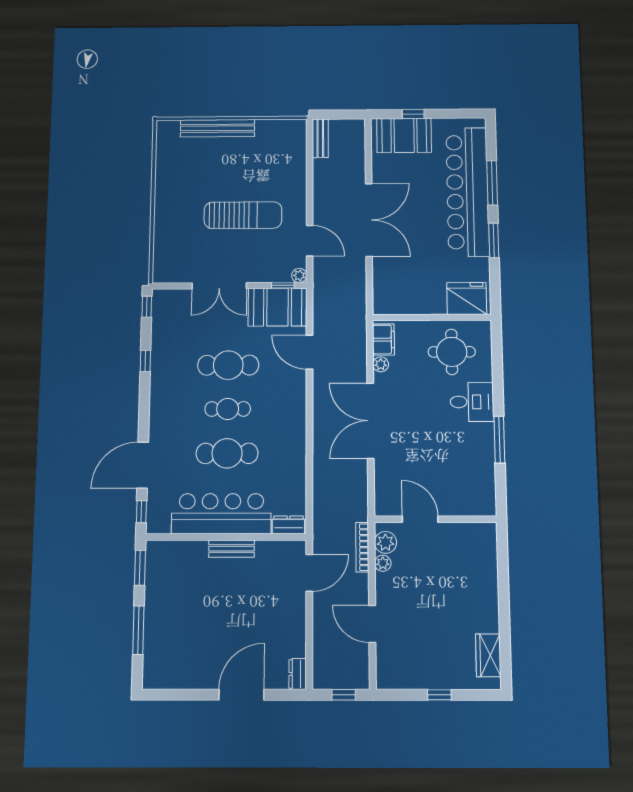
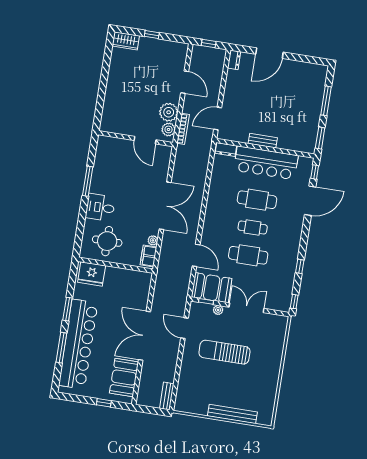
booth: (404, 135) -> (124, 378), moved, turned 90
plant: (299, 275) -> (218, 310), moved
plant: (383, 563) -> (169, 112), width x1.88, depth x1.88
wardrobe: (488, 655) -> (126, 41), moved, turned 90

